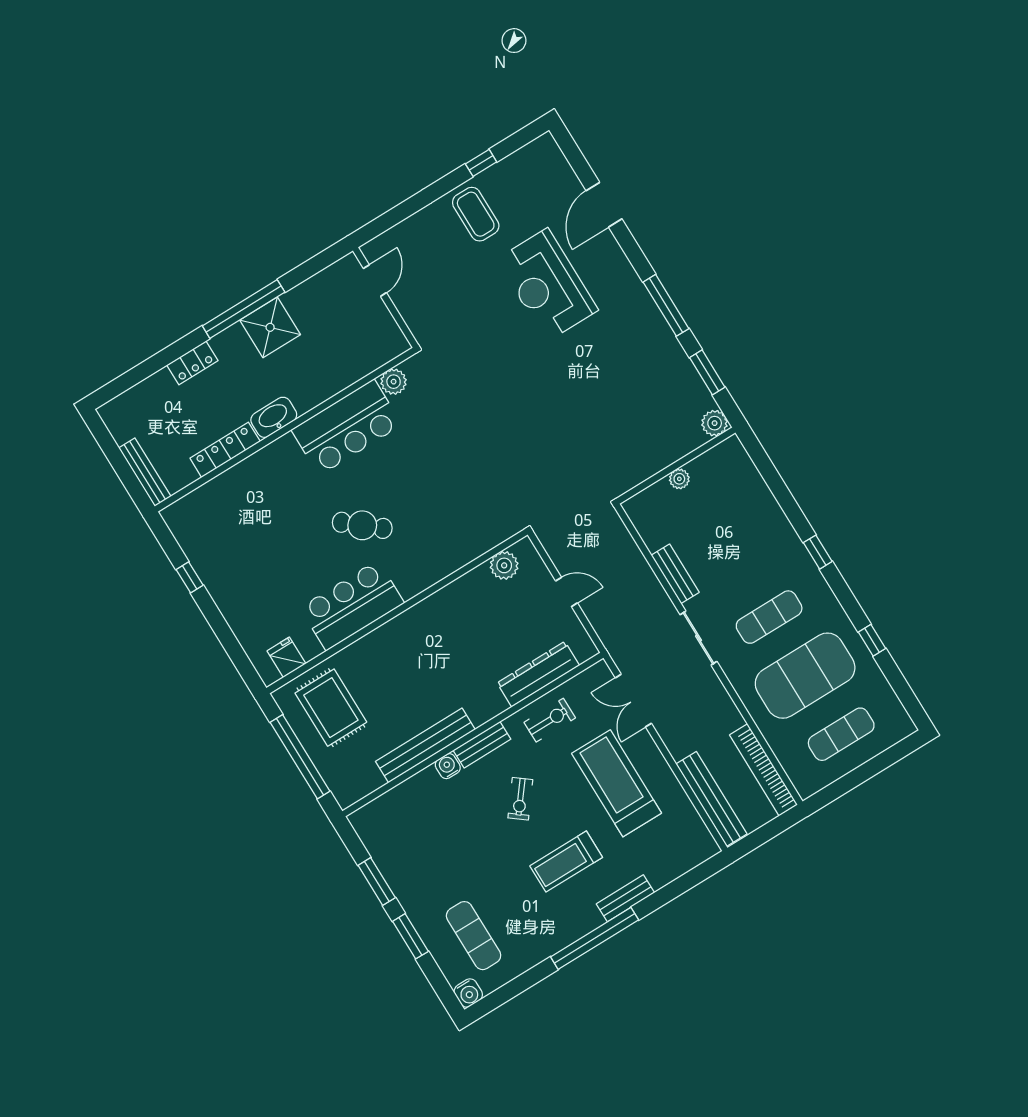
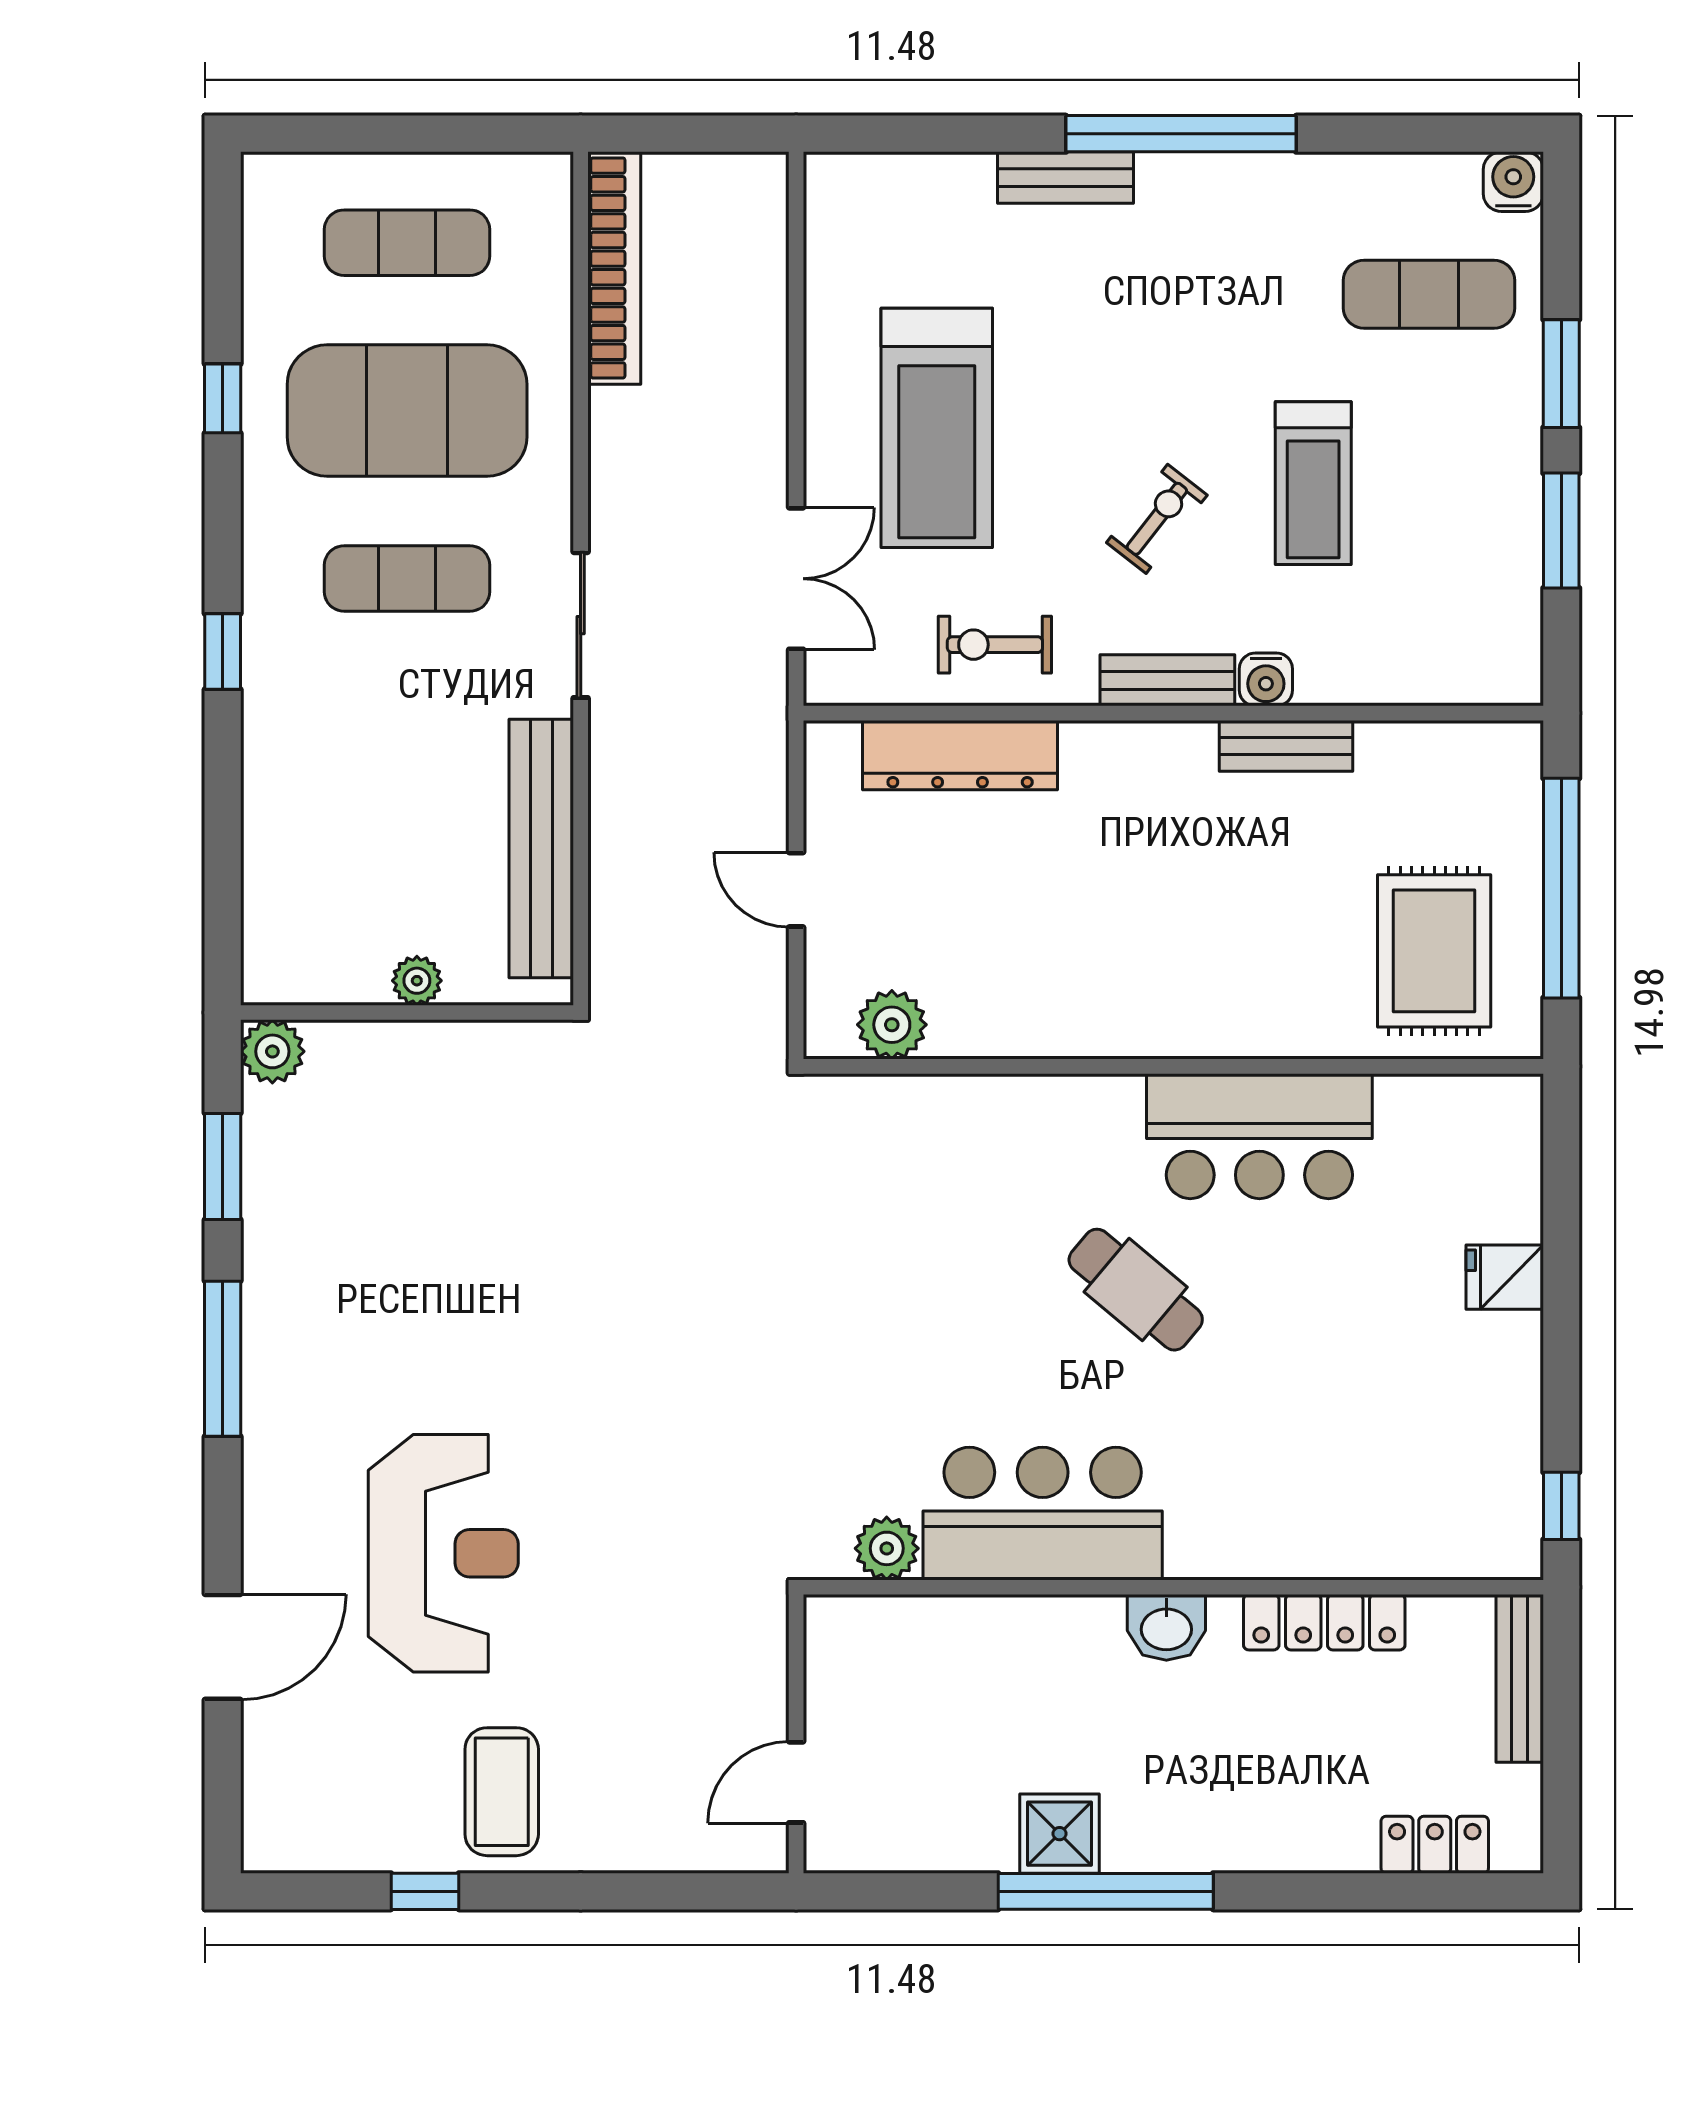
shower: (270, 327) -> (1060, 1834), width x0.73, depth x0.73
locker: (192, 363) -> (1435, 1845), moved
washbasin: (274, 417) -> (1166, 1627), width x0.72
bench: (675, 574) -> (541, 849), width x1.86, depth x1.21
window: (190, 577) -> (1561, 1506), moved
fridge: (286, 657) -> (1505, 1277), moved, turned 90
bench: (425, 745) -> (1286, 746), width x0.54, depth x0.82
bench: (711, 799) -> (760, 274), removed
treadmill: (566, 862) -> (1313, 483), moved, turned 90
exercise mat: (474, 936) -> (1429, 294), turned 90

